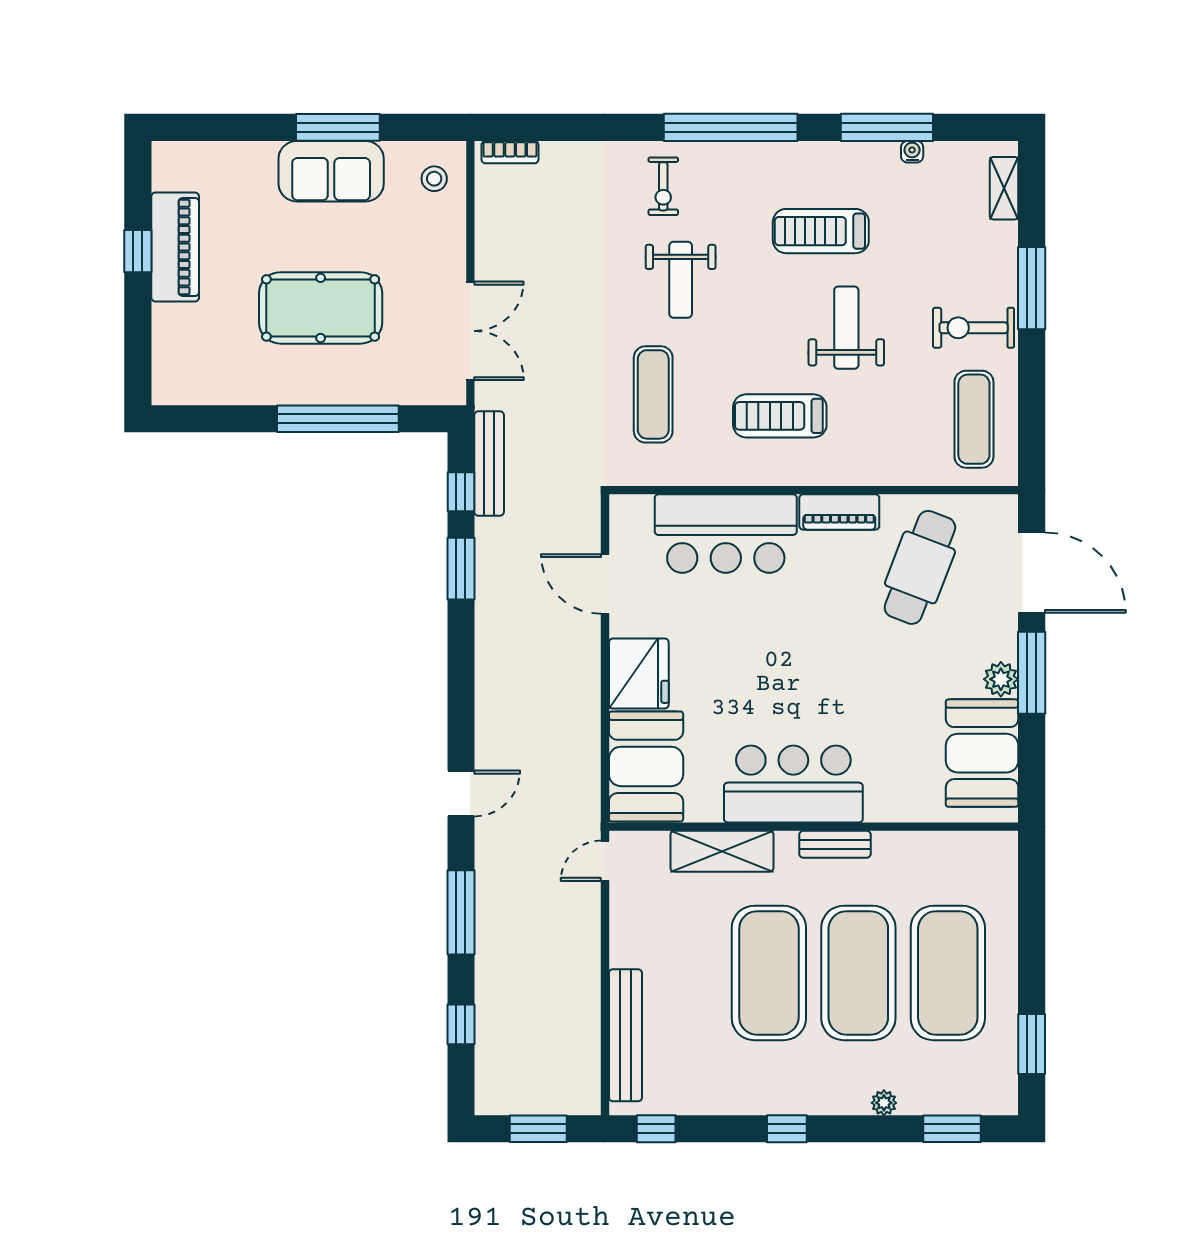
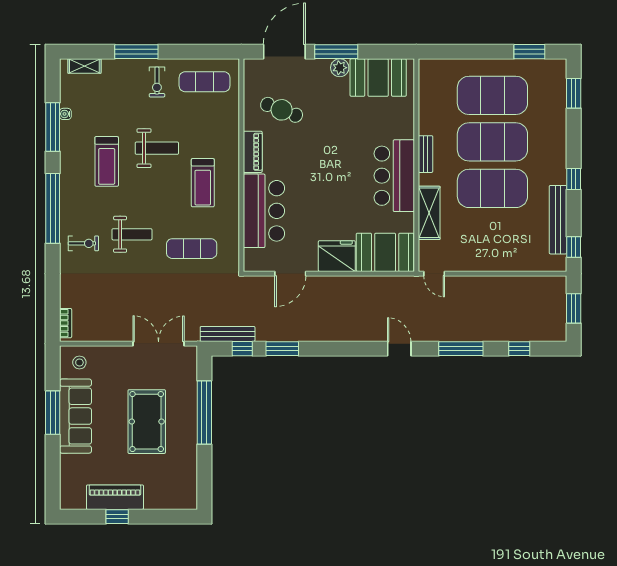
sofa: (331, 171) -> (76, 416), width x1.36
weight bench: (846, 328) -> (157, 148), turned 180
exercise bike: (974, 328) -> (157, 82), width x0.73, depth x0.72
cafe table: (920, 567) -> (282, 110), width x0.73, depth x0.74
bench: (625, 1035) -> (558, 220), moved, turned 90
plant: (884, 1103) -> (560, 129), removed

